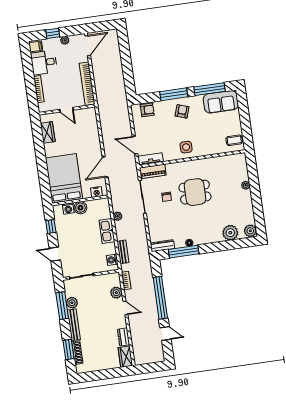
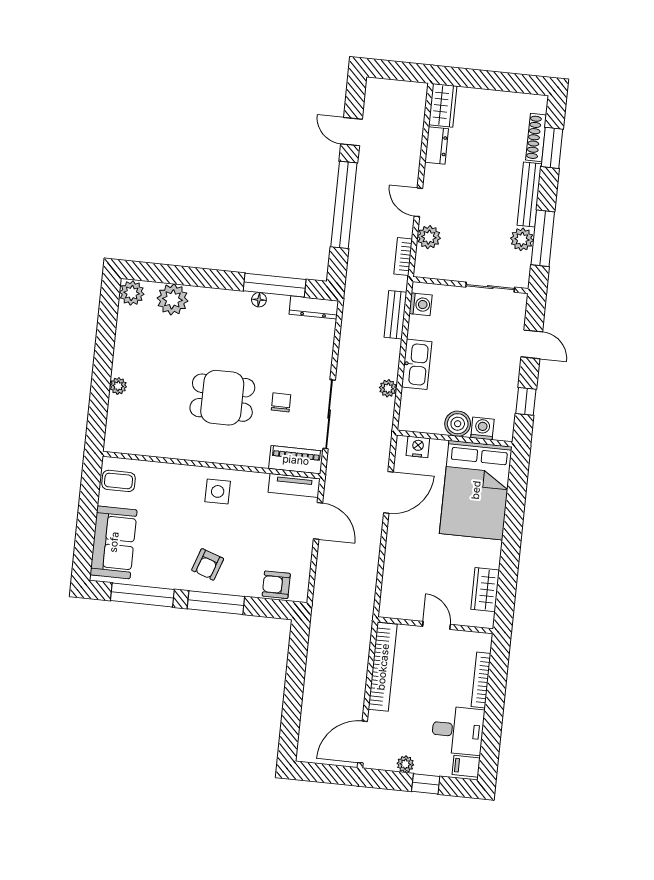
sofa: (221, 102) -> (114, 542), moved, turned 90

